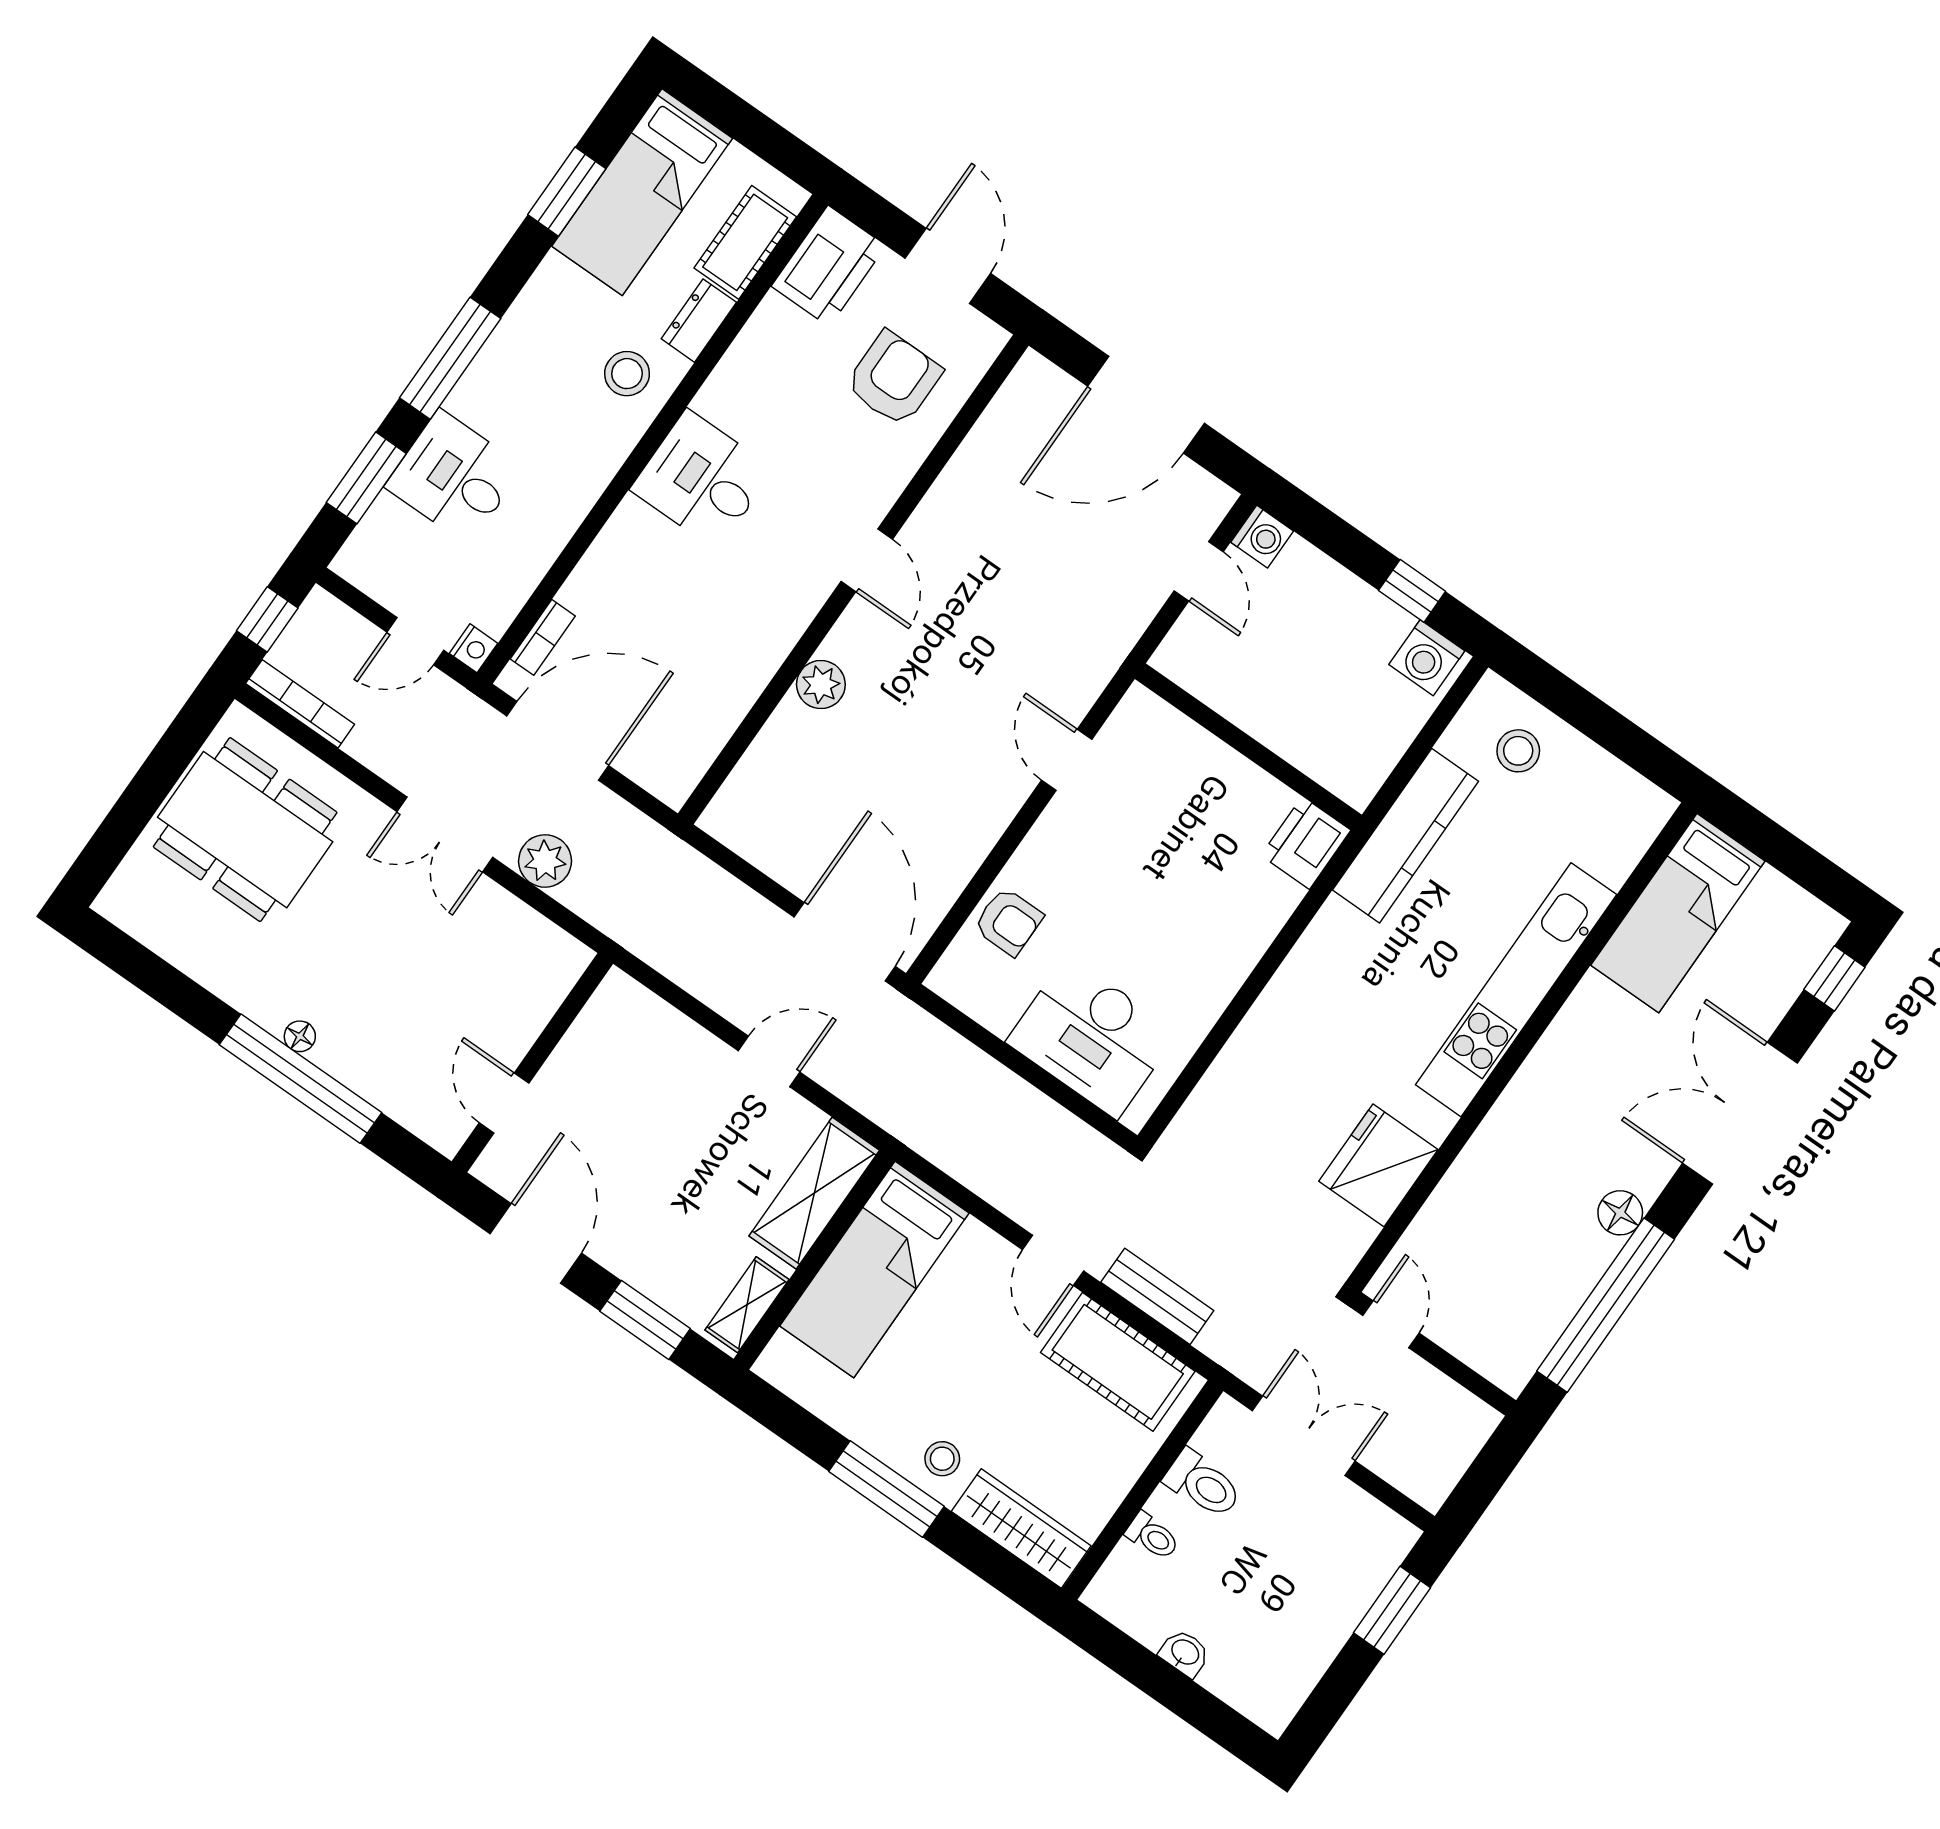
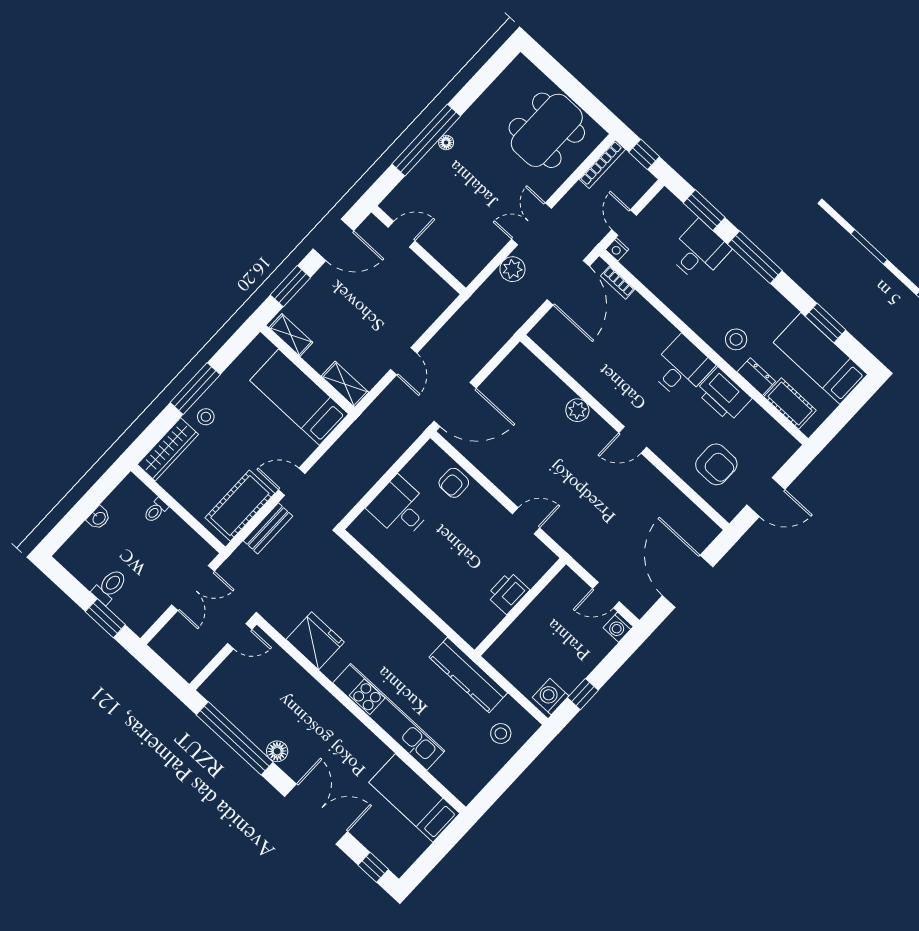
printer: (829, 266) -> (724, 395), moved
printer: (1306, 843) -> (508, 593), moved, turned -90
desk: (1092, 1037) -> (400, 508), width x0.73
shelving: (814, 1193) -> (345, 384), width x0.67, depth x0.75
toilet: (1203, 1484) -> (110, 586), moved, turned 180

